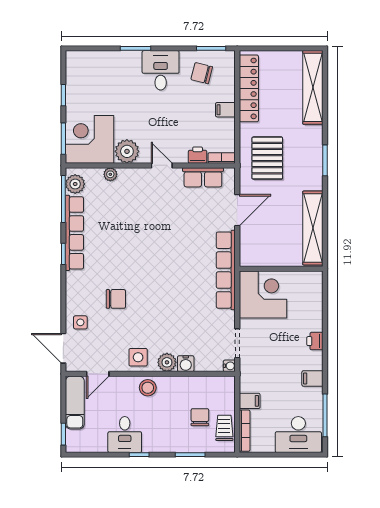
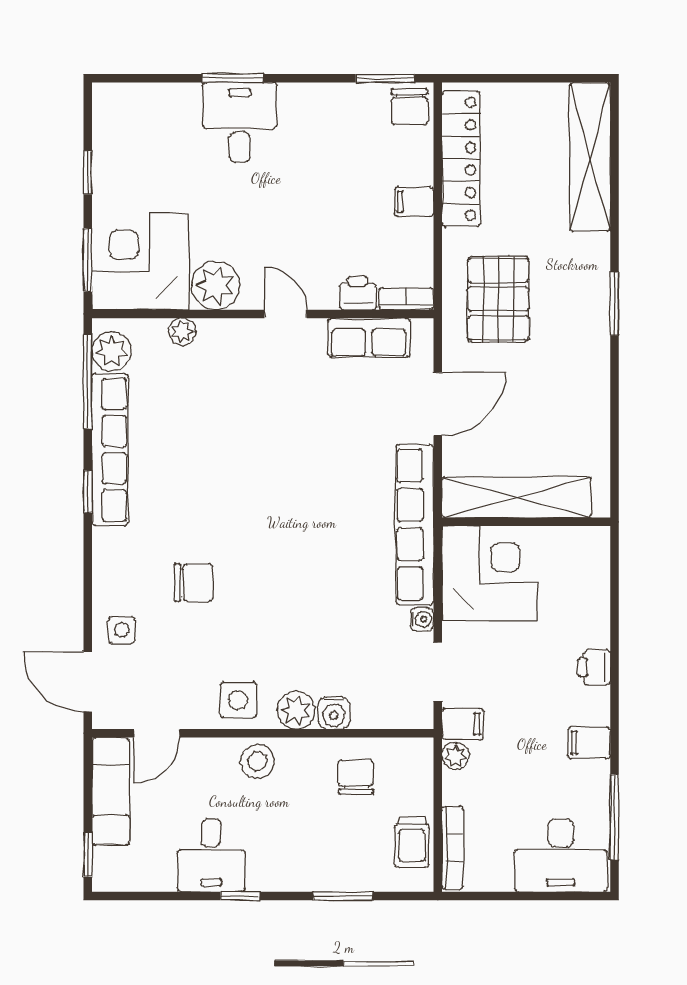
desk: (161, 70) -> (240, 122), moved
chair: (202, 73) -> (409, 107), moved, turned -104
shelving: (313, 228) -> (516, 497), moved, turned 90
water cooler: (229, 366) -> (422, 619), moved
plant: (246, 385) -> (455, 756), added
filing cabinet: (250, 401) -> (463, 724), moved
chair: (200, 417) -> (356, 777), moved
trolley: (224, 428) -> (412, 842), turned 180

